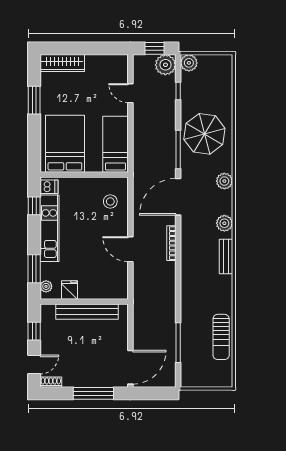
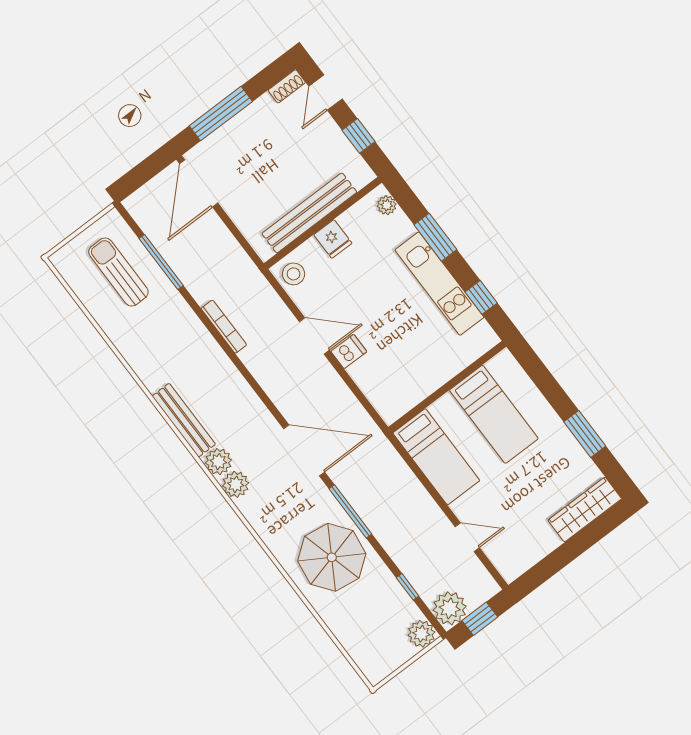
bed: (65, 144) -> (494, 414), width x0.67
plant: (224, 181) -> (236, 484), moved
dishwasher: (49, 187) -> (349, 352), moved, turned 180
door: (178, 197) -> (304, 450), hinge flipped
stool: (110, 201) -> (294, 274), moved
bookcase: (171, 243) -> (224, 327), moved
bench: (226, 256) -> (184, 420), width x1.36
window: (34, 269) -> (435, 237), moved
fridge: (69, 290) -> (333, 239), moved
sun lounger: (221, 337) -> (118, 272), moved

